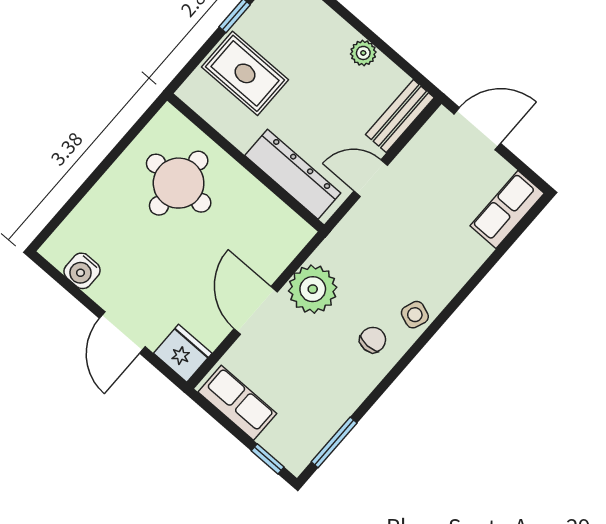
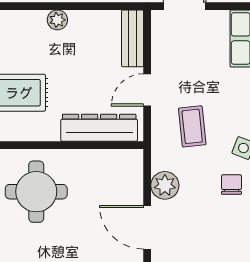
plant: (363, 53) -> (57, 20), moved
coffee table: (384, 251) -> (192, 126), added
plant: (313, 289) -> (165, 185), width x0.73, depth x0.73

